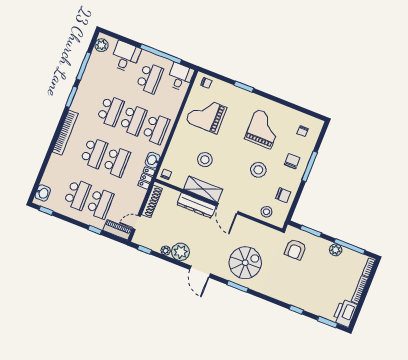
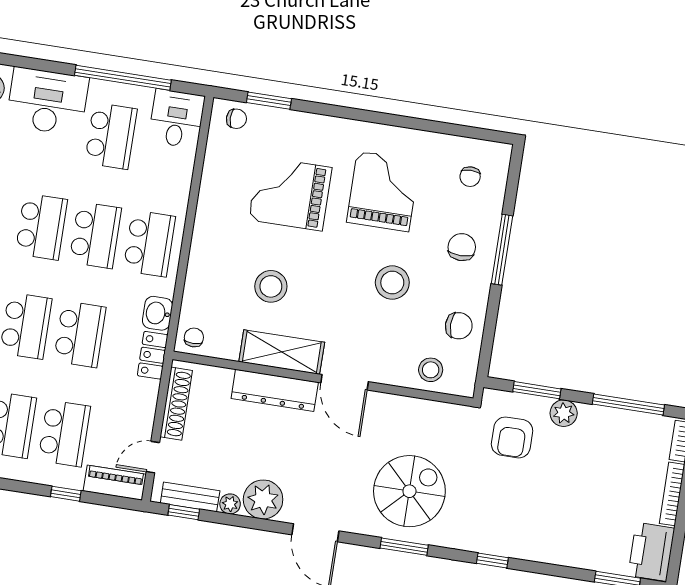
desk: (125, 57) -> (47, 101), width x1.37
window: (244, 87) -> (269, 101), moved
grand piano: (206, 115) -> (290, 194), moved
bench: (149, 244) -> (190, 497), added
plant: (336, 250) -> (564, 413), moved
window: (296, 310) -> (492, 560), moved

